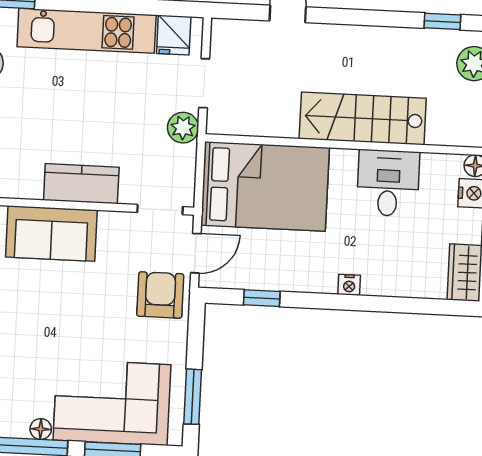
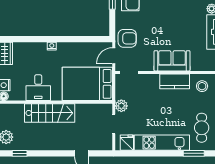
kitchen counter: (81, 184) -> (175, 81), moved
armchair: (160, 295) -> (127, 38), turned -90
window: (262, 298) -> (87, 39), removed

